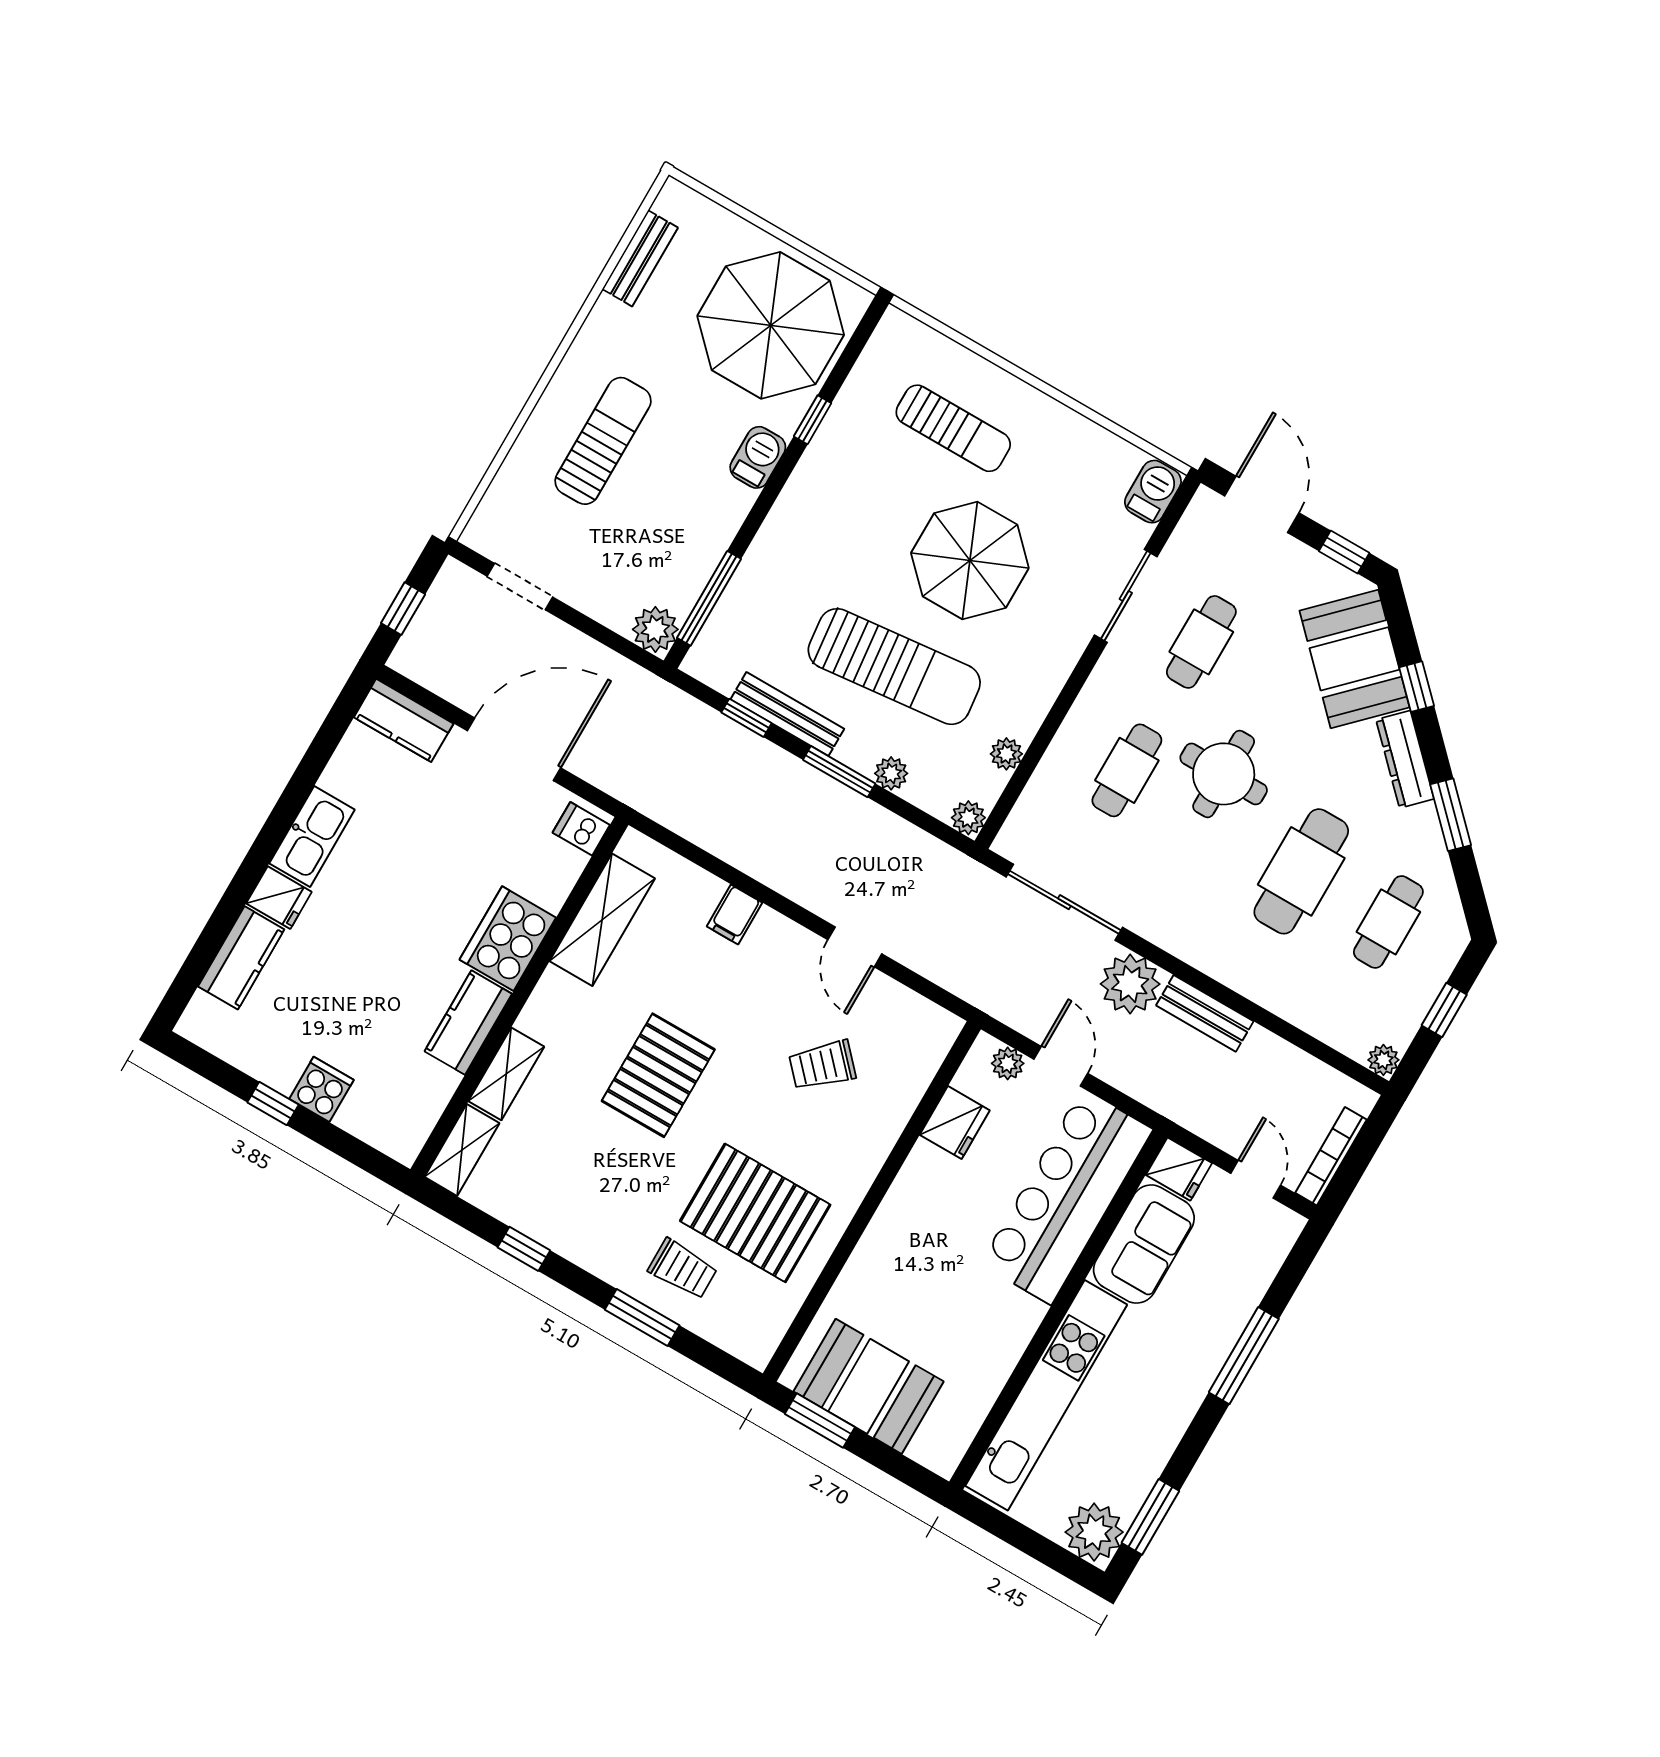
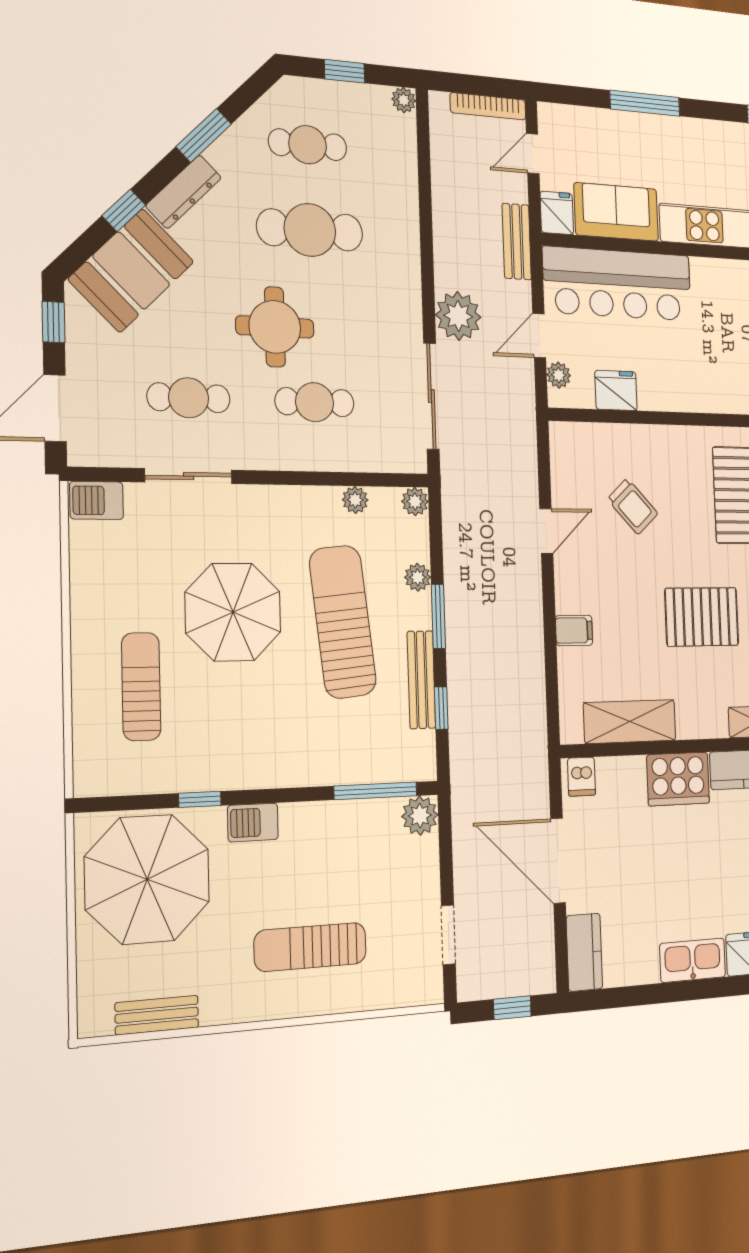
bench: (1205, 1013) -> (517, 242), moved

